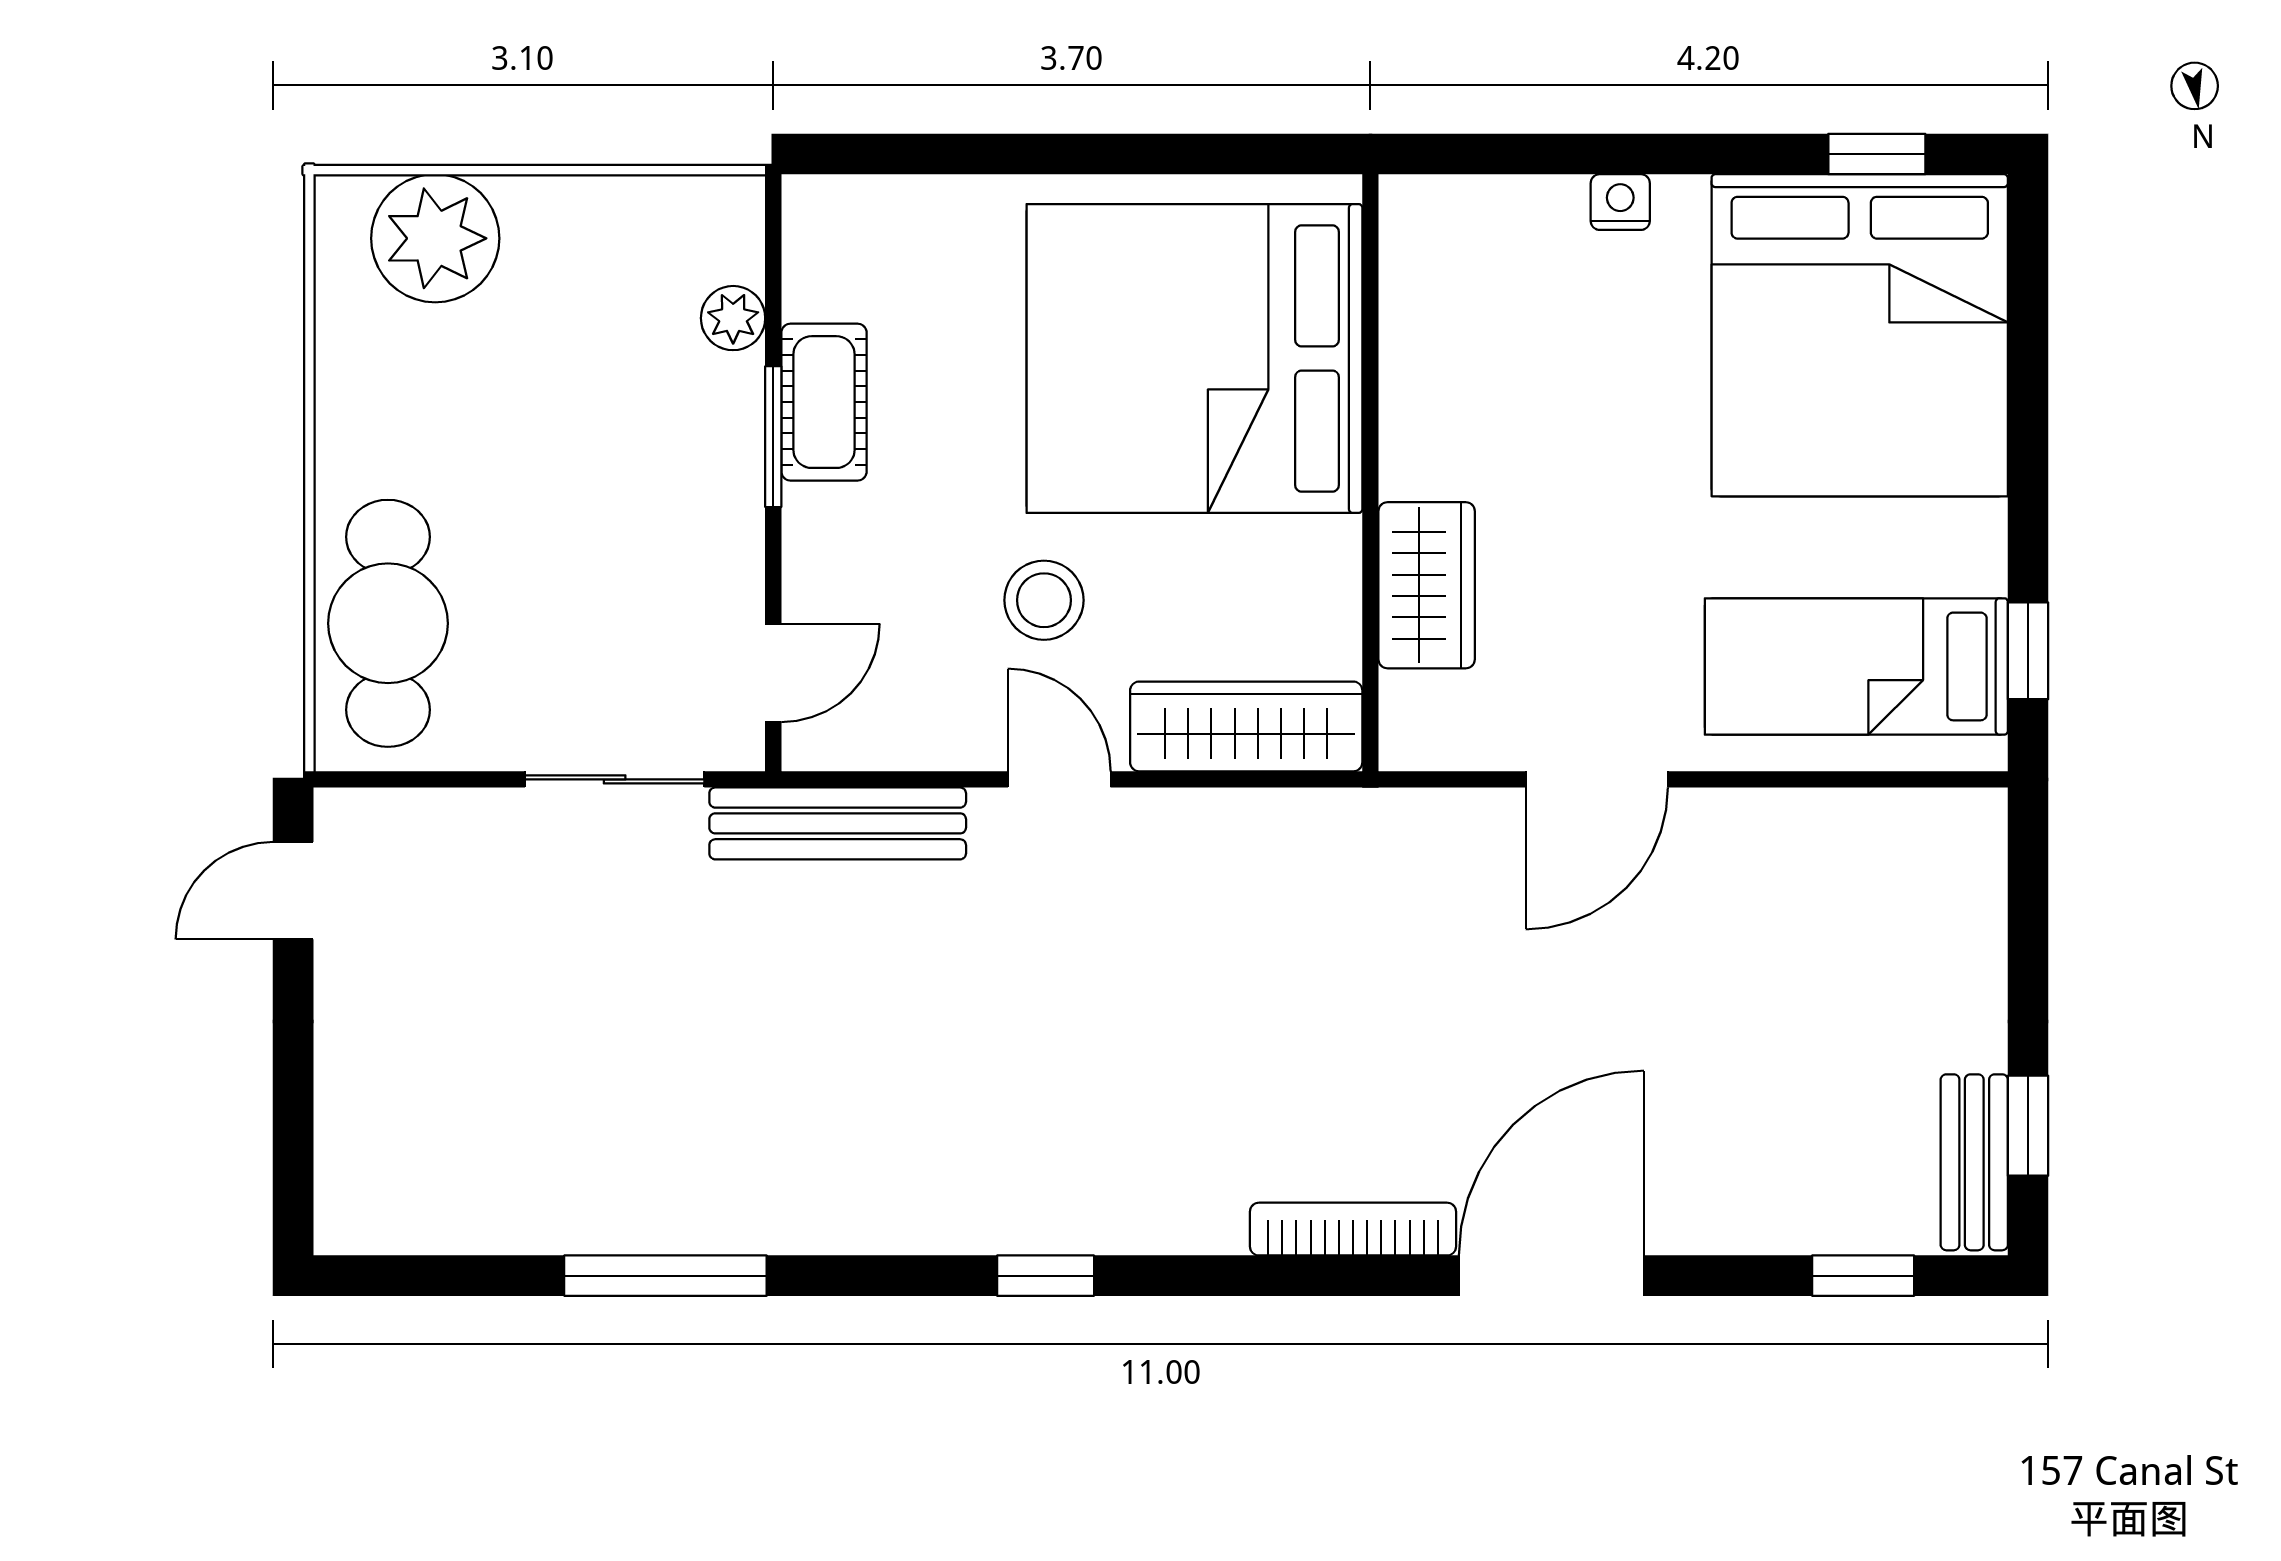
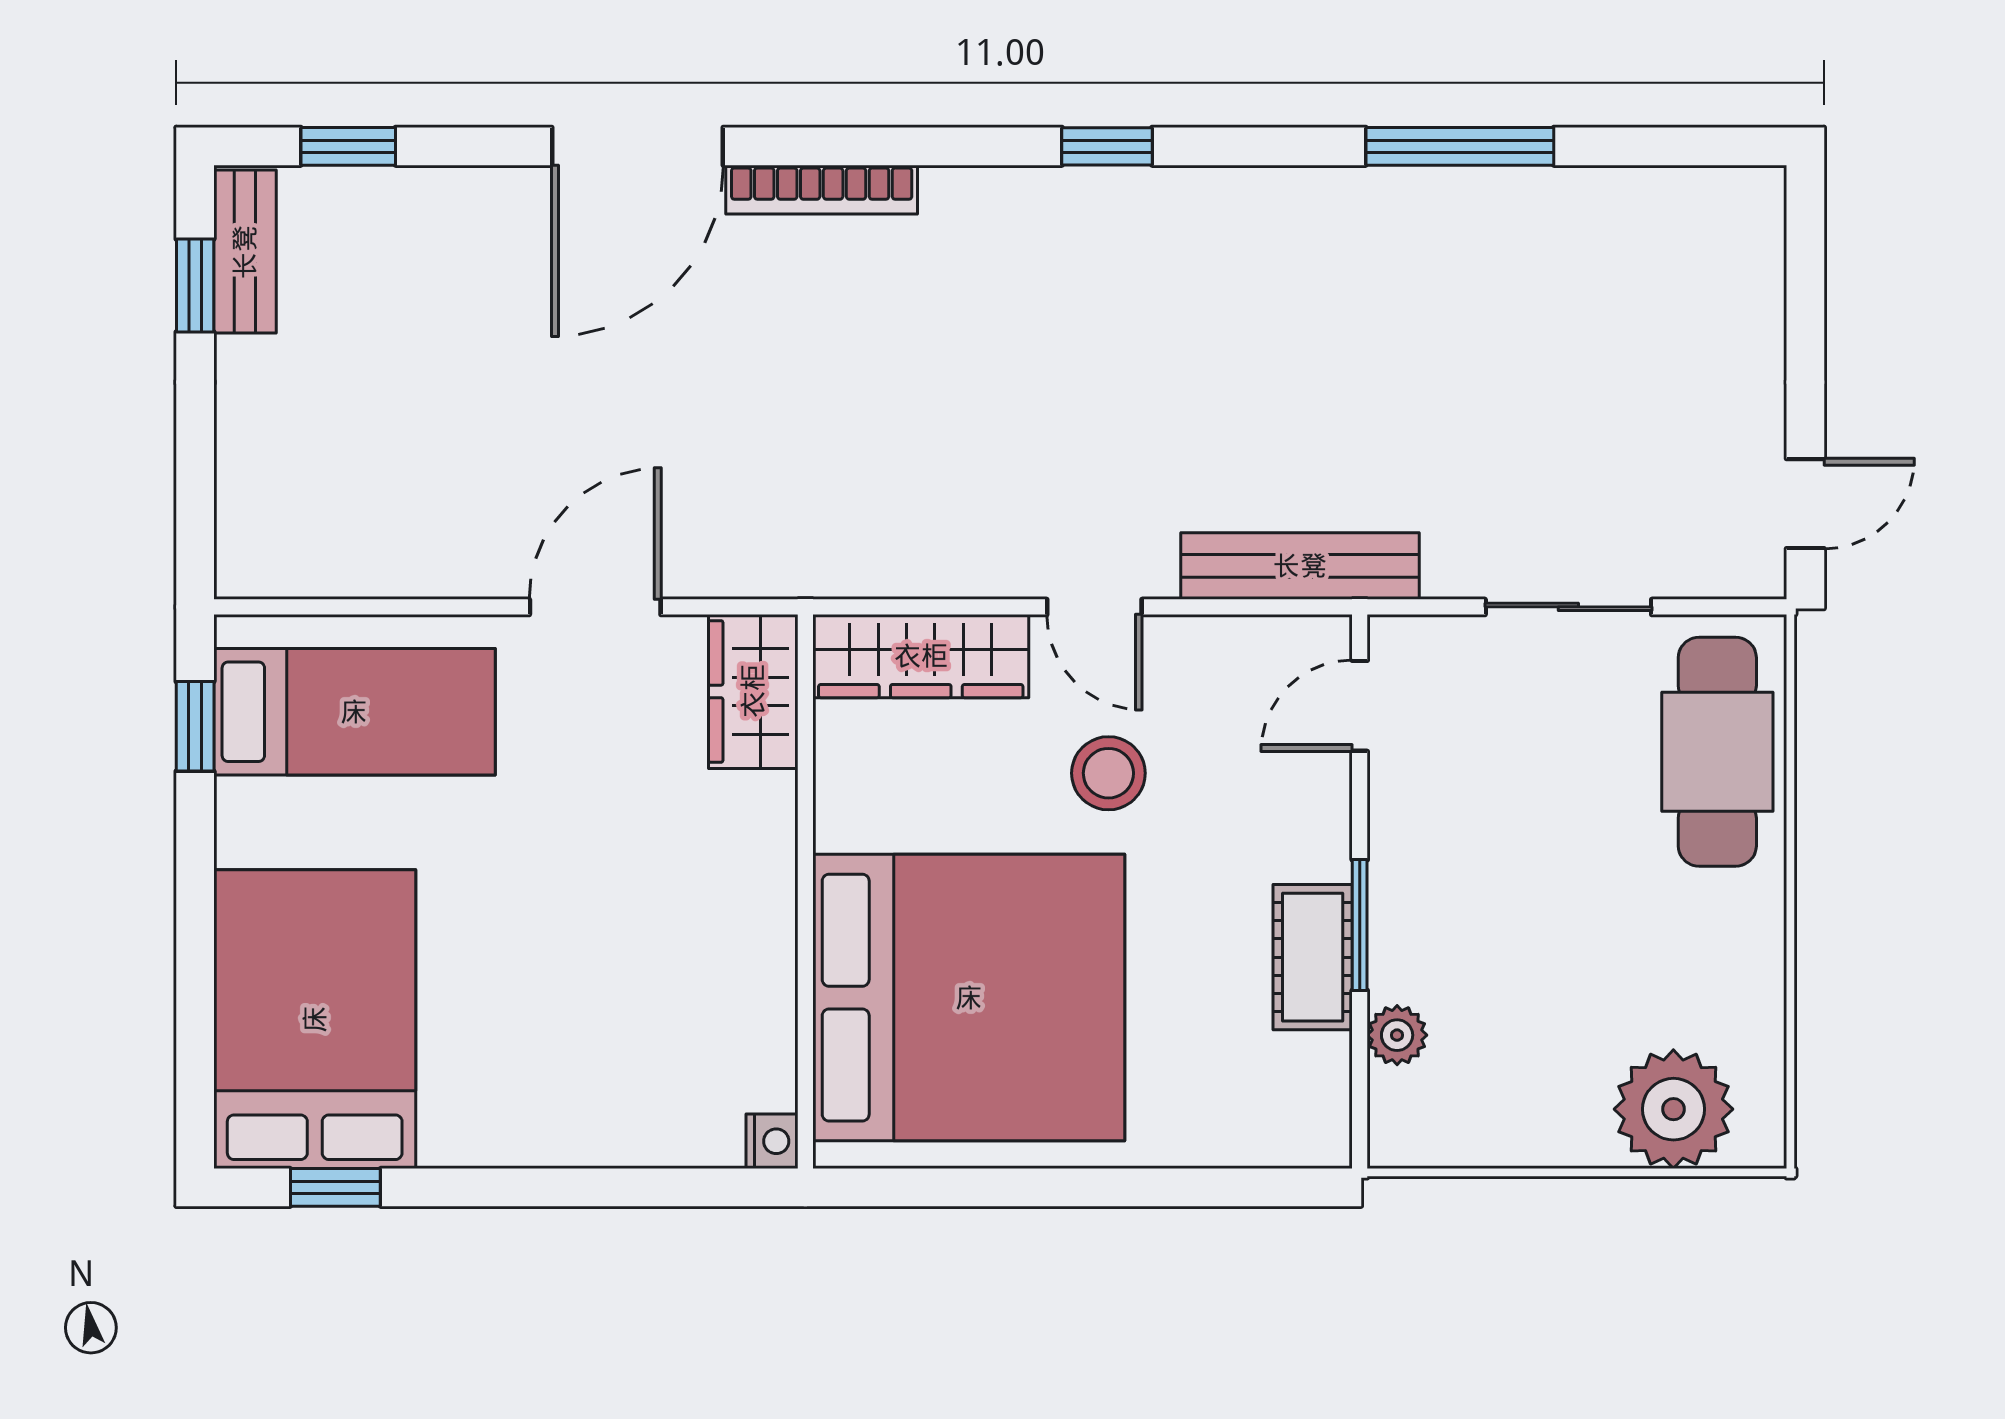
nightstand: (1620, 202) -> (772, 1141), moved, turned -90
bed: (1860, 335) -> (315, 1019), width x0.73
wardrobe: (1427, 585) -> (753, 691), moved
sliding door: (615, 779) -> (1568, 607), moved

